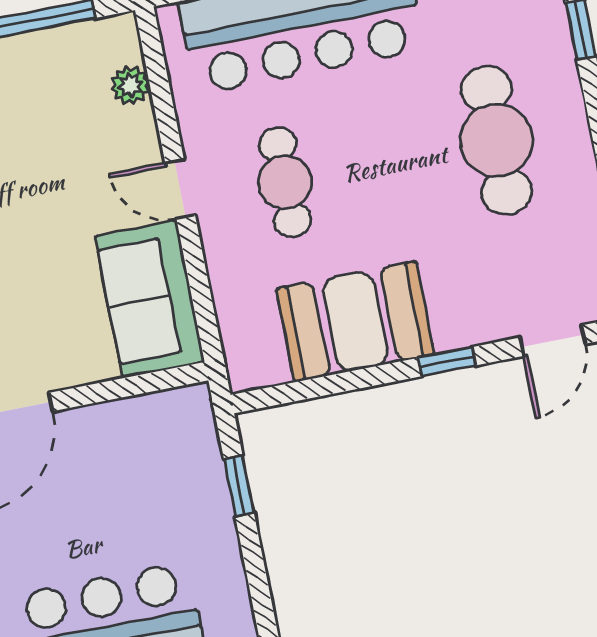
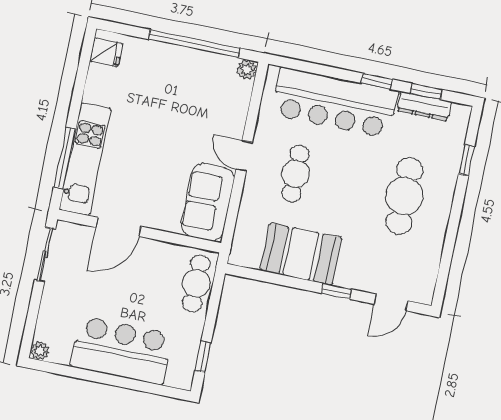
plant: (130, 85) -> (247, 70), moved
cafe table: (190, 453) -> (196, 283), added
window: (239, 486) -> (203, 357), moved

